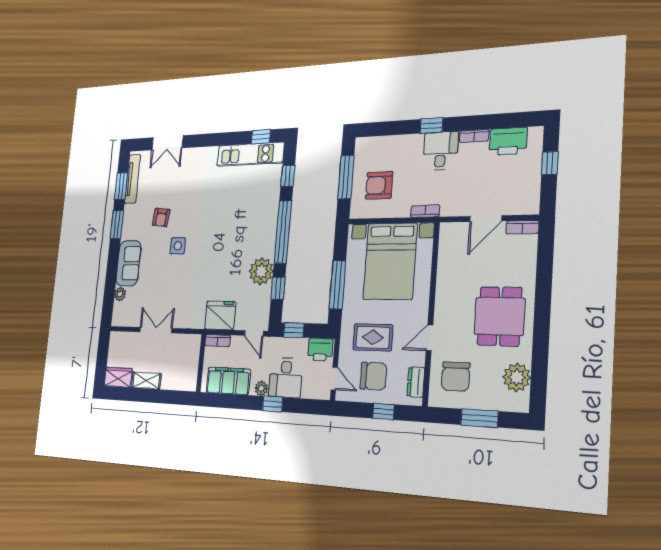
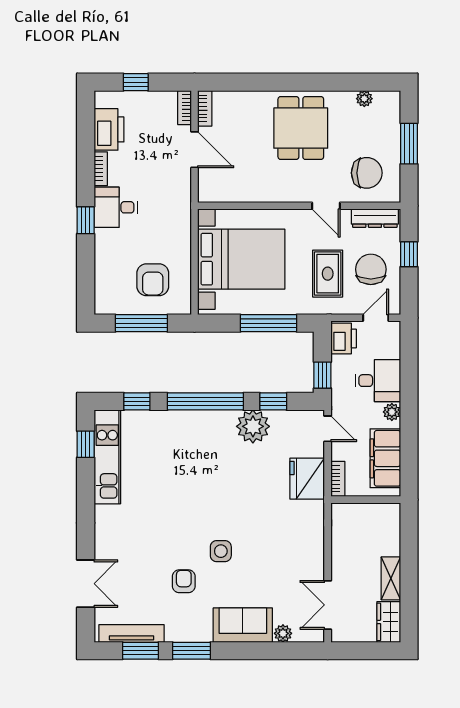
bookcase: (425, 211) -> (184, 108), moved
armchair: (161, 217) -> (184, 581), turned -96
dining table: (499, 316) -> (301, 128), turned 90
double door: (156, 330) -> (328, 605), moved
door: (254, 333) -> (328, 429), hinge flipped
plant: (517, 377) -> (364, 99), width x0.53, depth x0.53
dresser: (416, 382) -> (375, 218), width x1.44
window: (273, 404) -> (409, 395), removed

